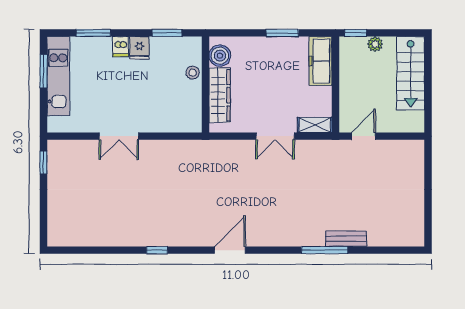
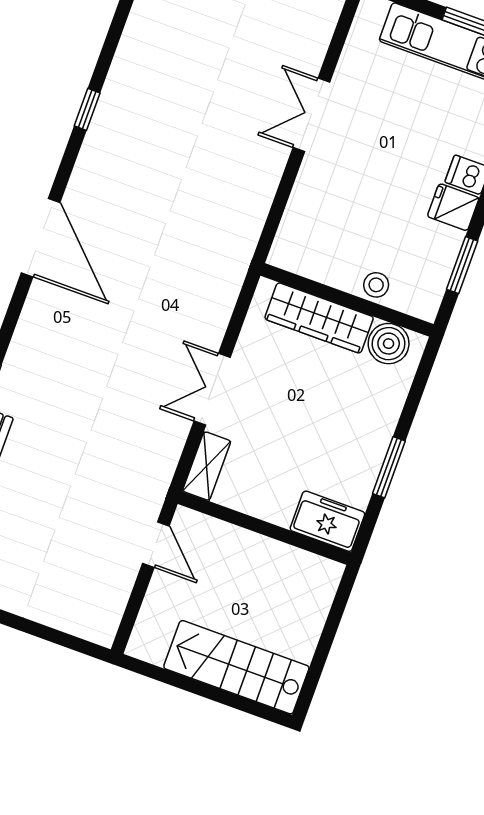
window: (356, 33) -> (342, 596), removed
plant: (375, 44) -> (310, 623), removed
freezer: (321, 61) -> (327, 521), width x0.71
door: (230, 250) -> (41, 238), width x1.36

